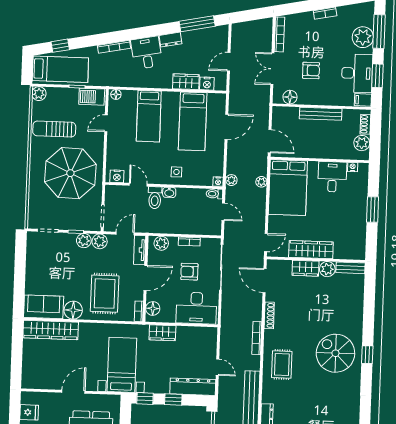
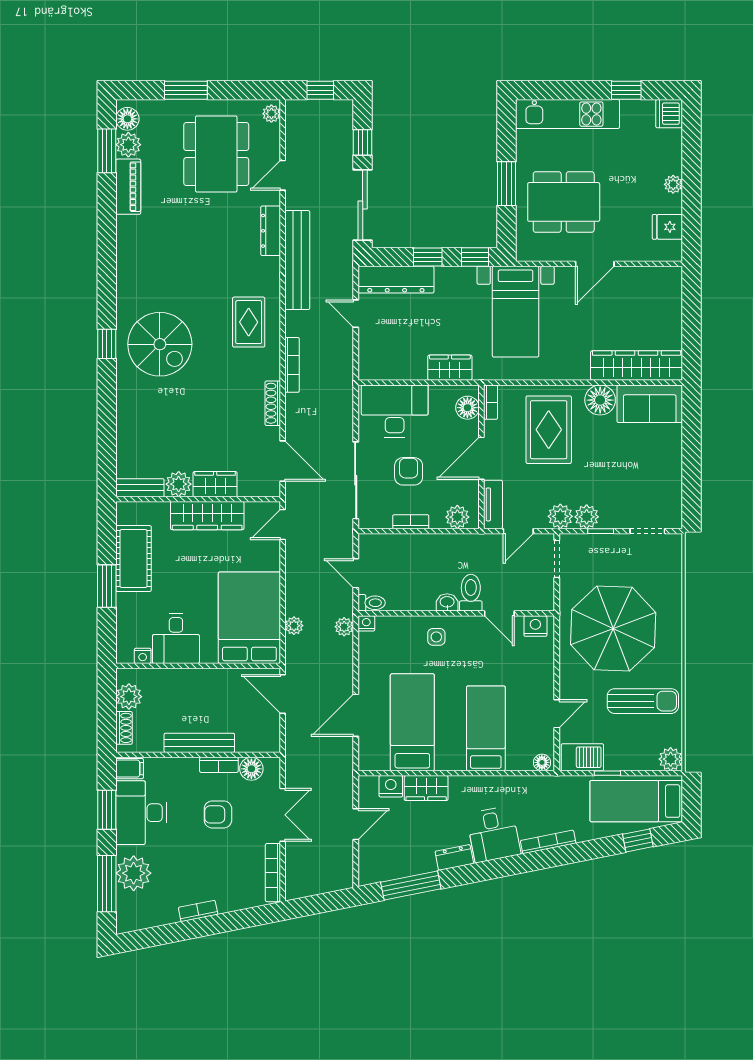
bookcase: (309, 100) -> (219, 765), added
cot: (356, 226) -> (134, 559), added
armchair: (189, 272) -> (409, 471), turned -90

